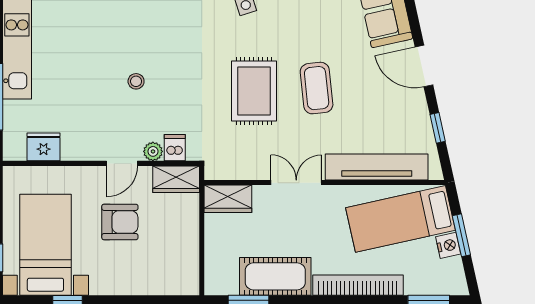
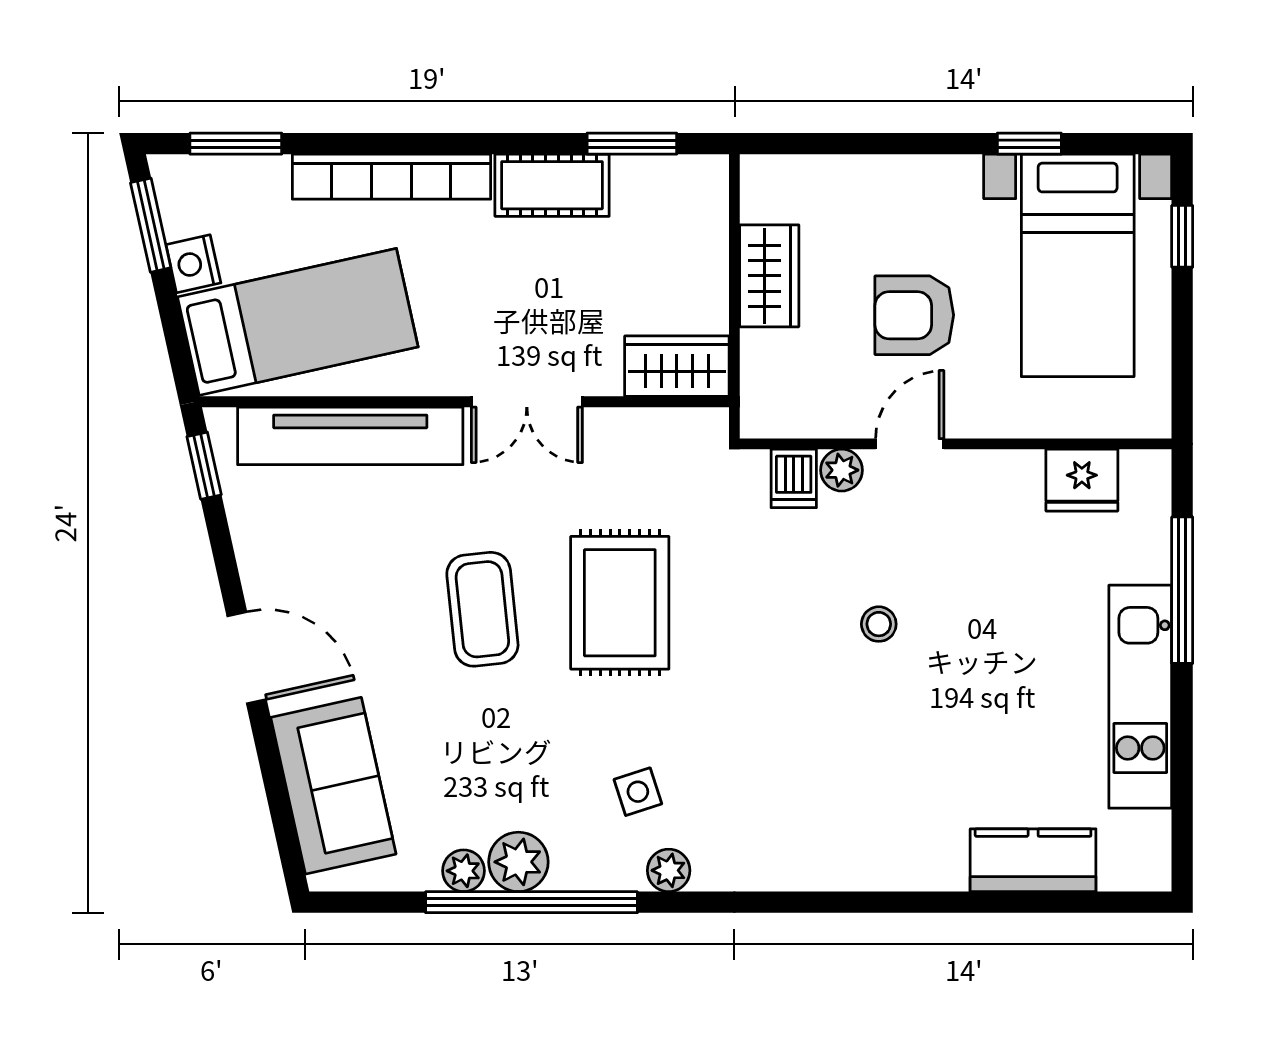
window: (438, 128) -> (204, 466), moved
wardrobe: (176, 179) -> (769, 276), moved, turned 90
window: (461, 235) -> (151, 225), moved
cot: (275, 276) -> (552, 185), width x0.73, depth x0.75

